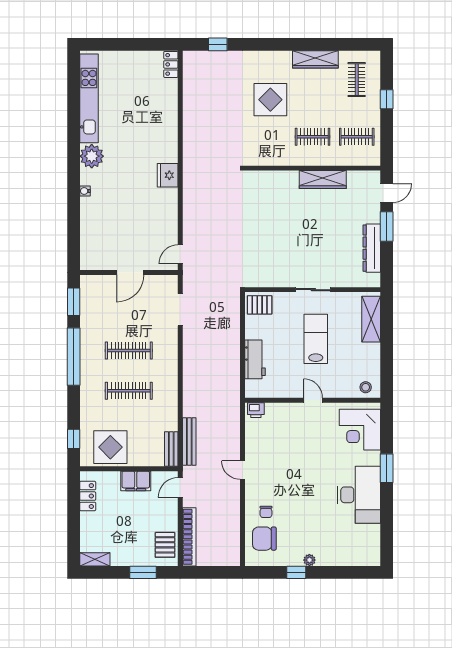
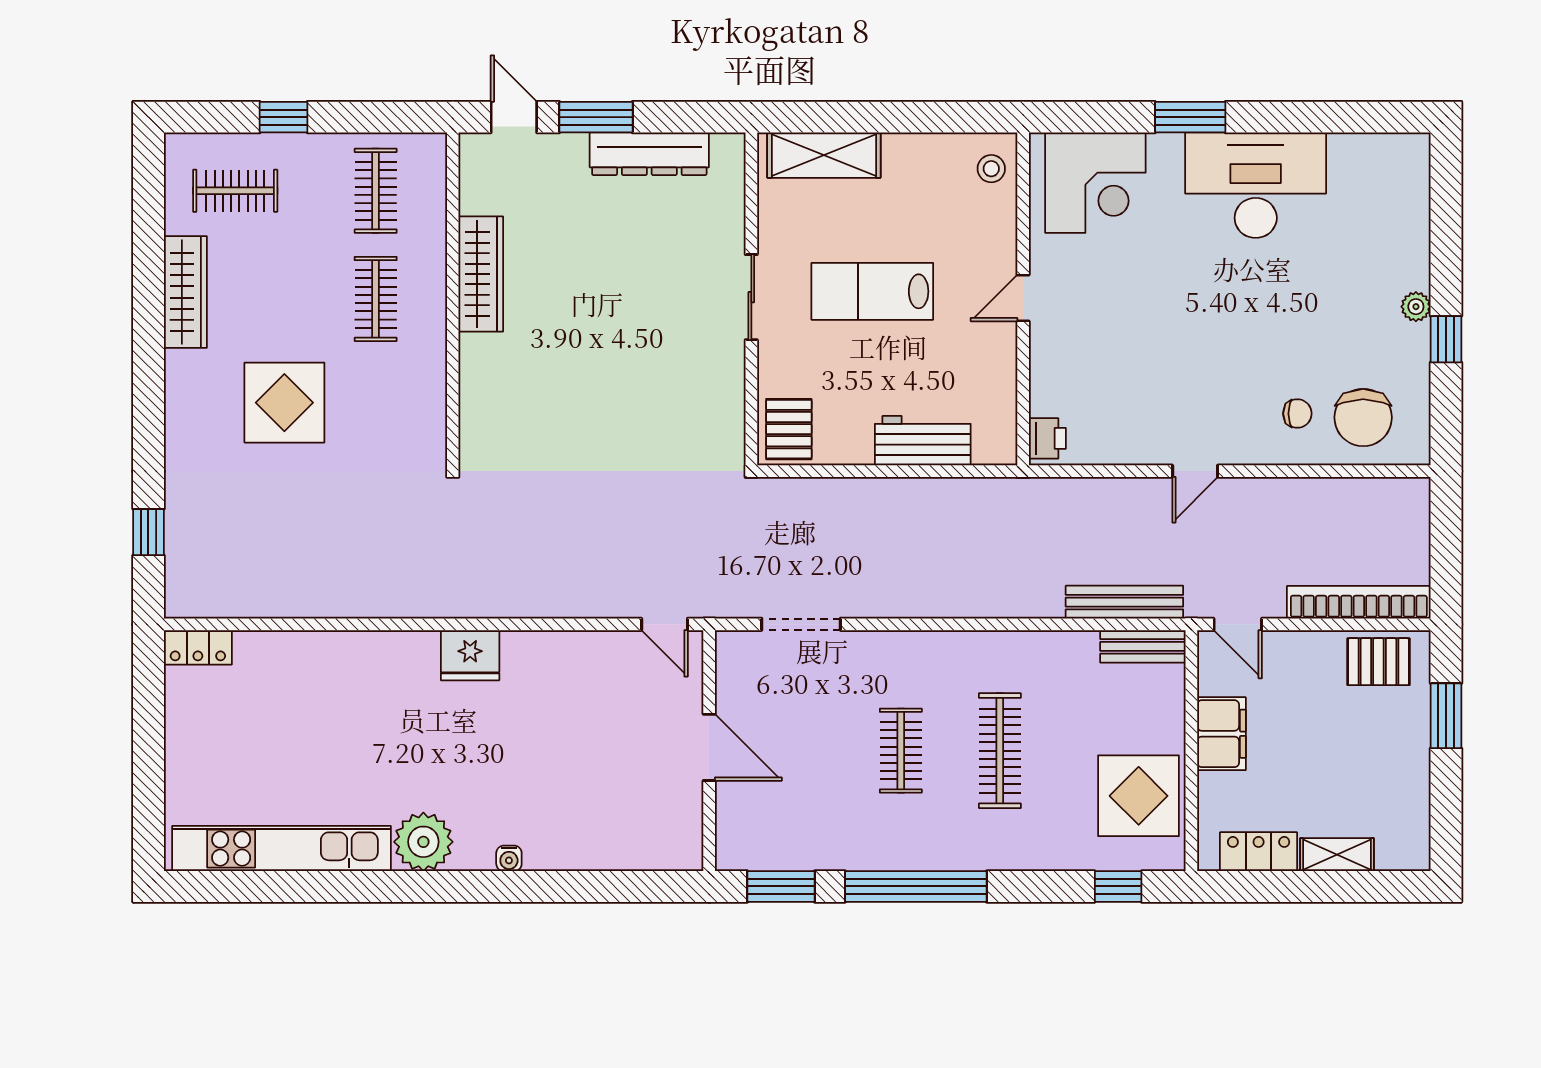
clothes rail: (129, 350) -> (901, 751), width x0.73
shelving: (95, 559) -> (1337, 855), moved, turned 90

